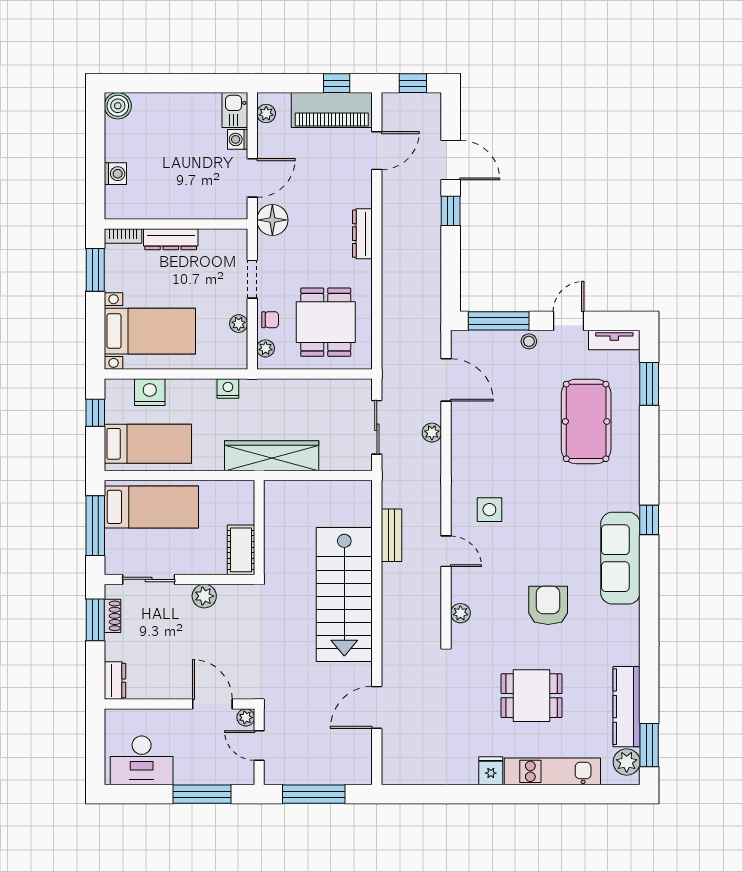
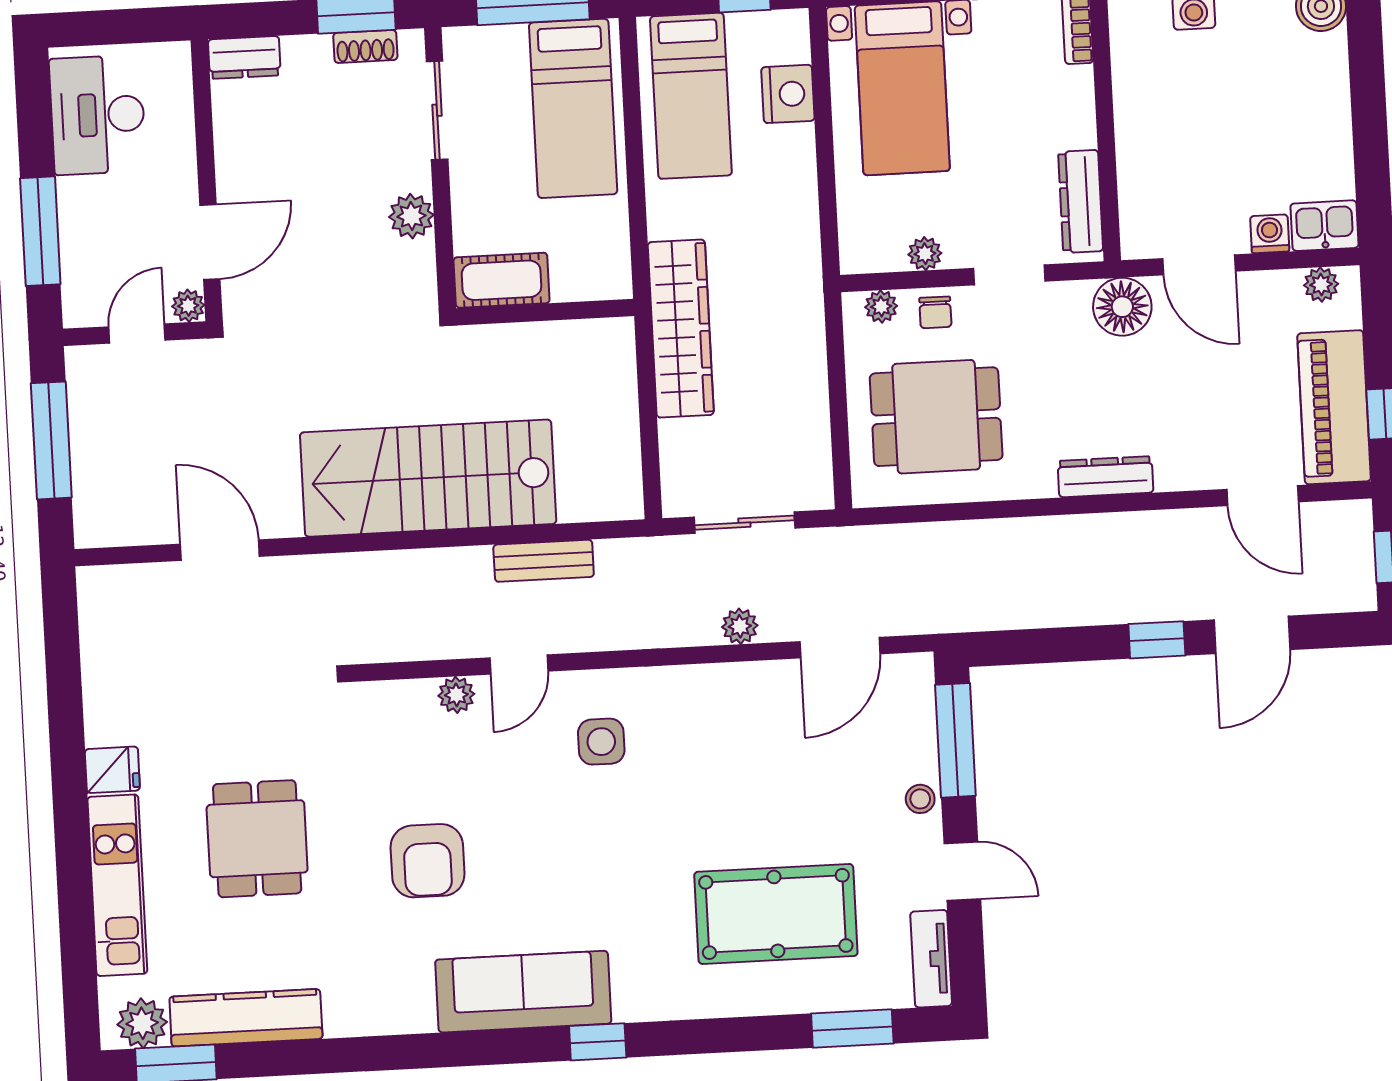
dresser: (171, 239) -> (1081, 201), moved
nightstand: (228, 389) -> (802, 240), removed
armchair: (548, 605) -> (428, 861), turned 90
plant: (460, 613) -> (456, 695), moved

